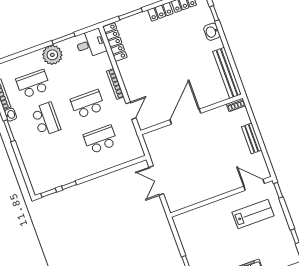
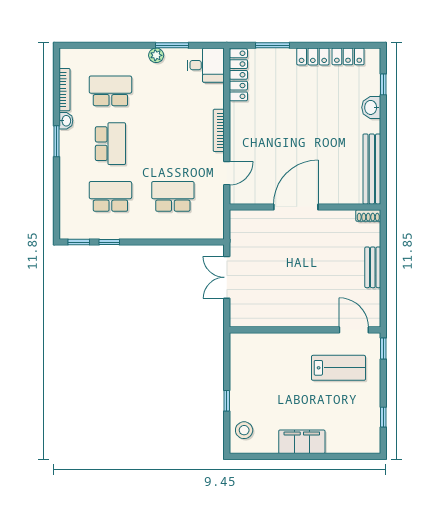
plant: (52, 55) -> (156, 55), width x0.53, depth x0.53
school desk: (88, 104) -> (110, 196), moved

